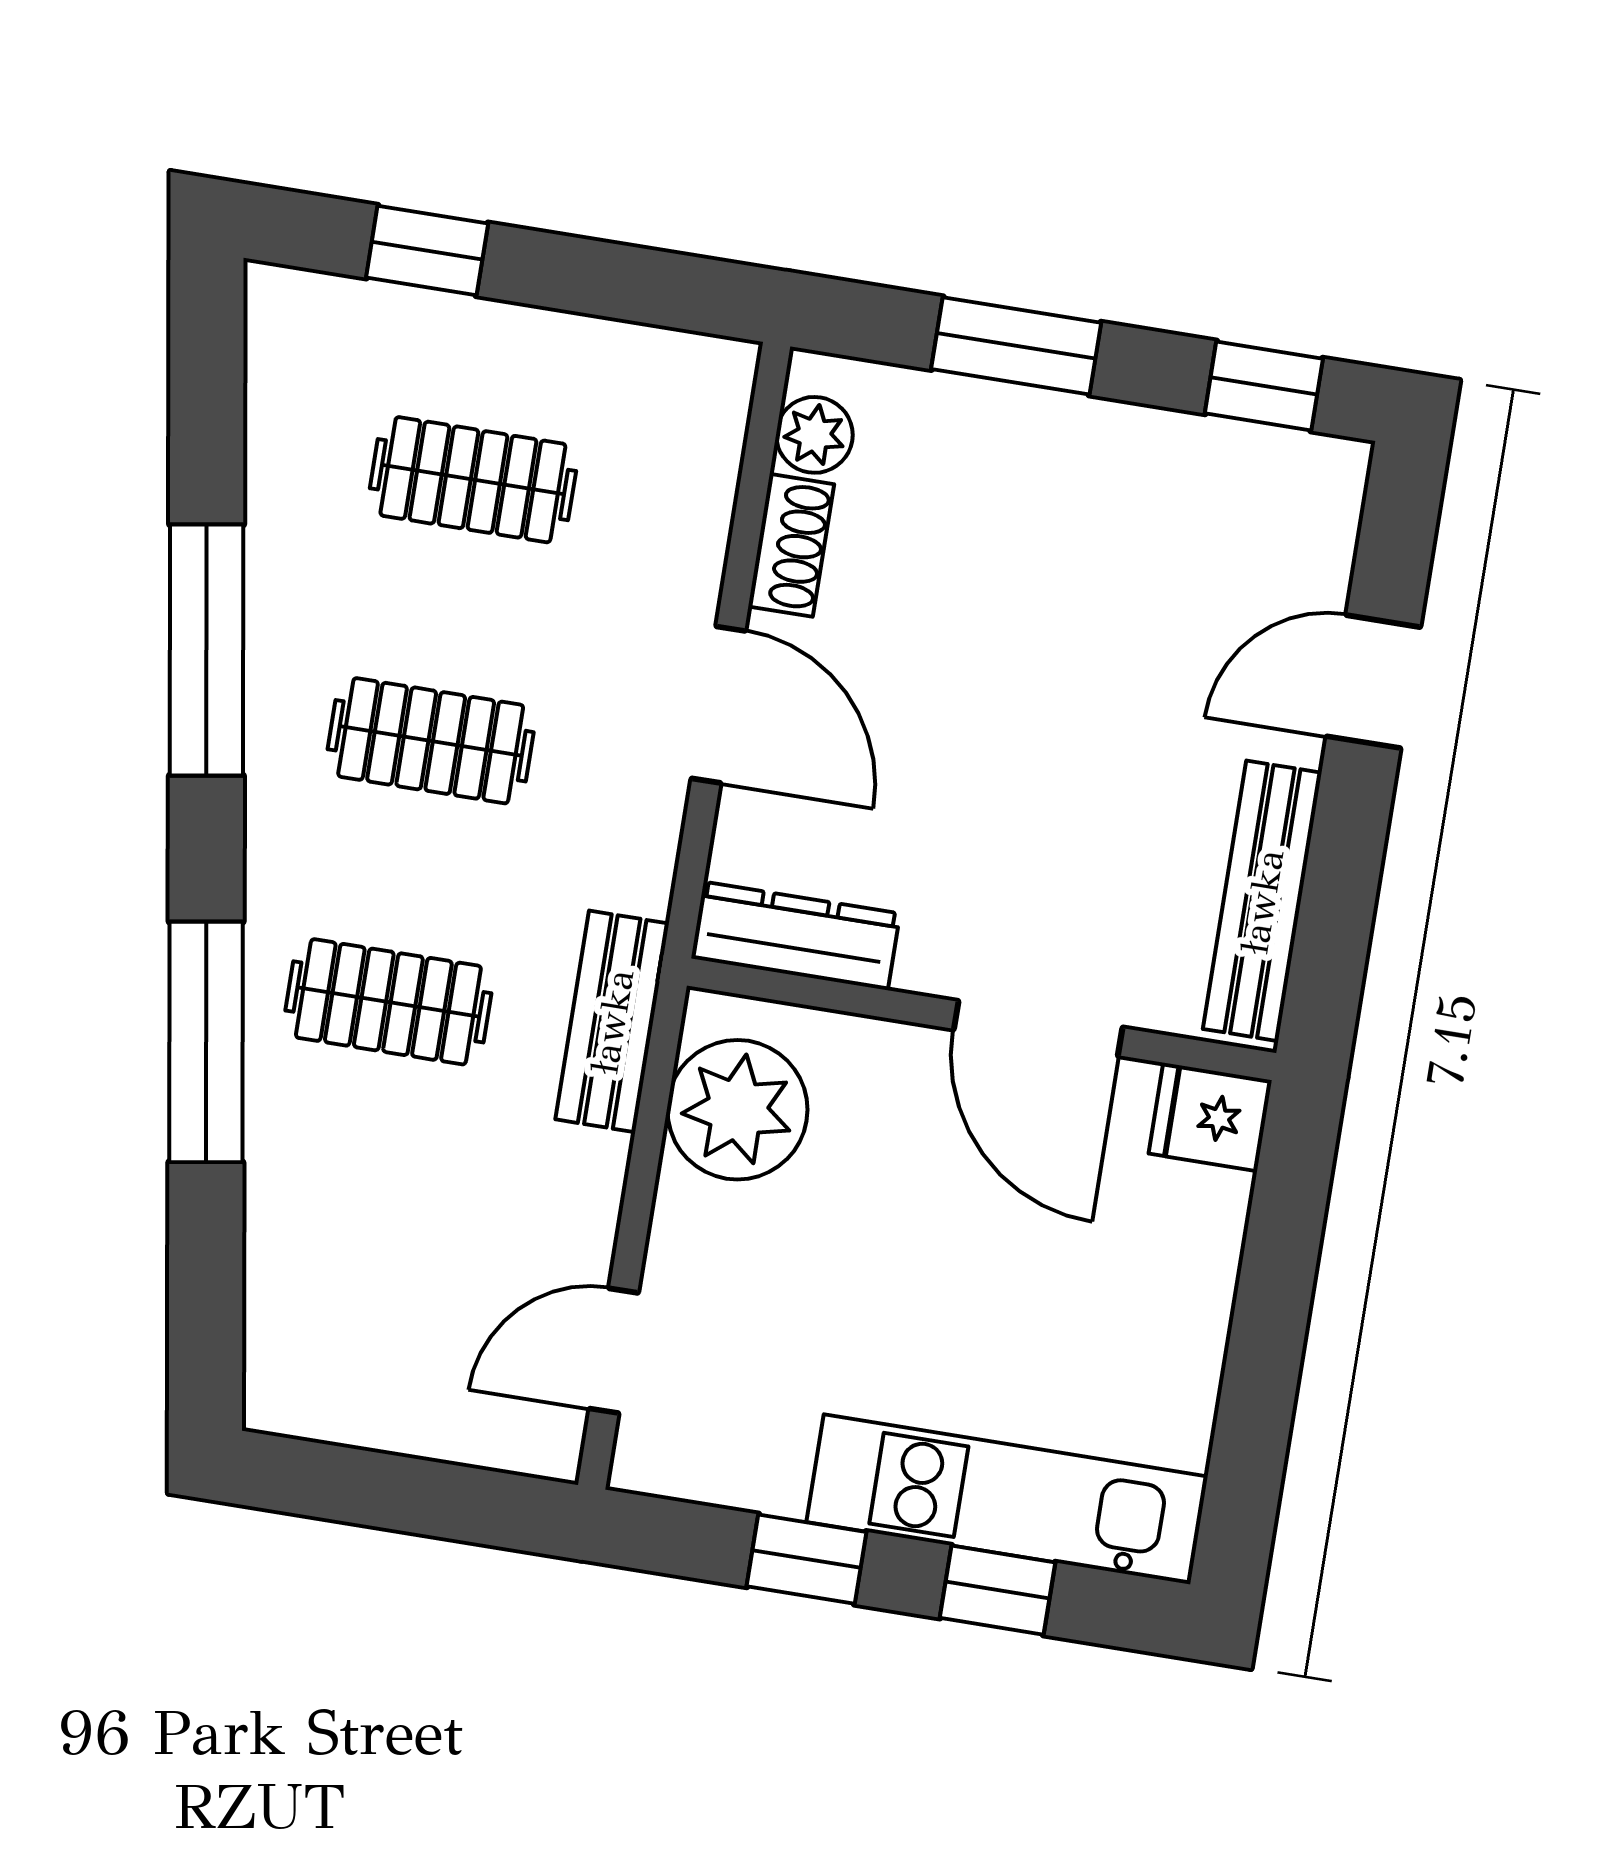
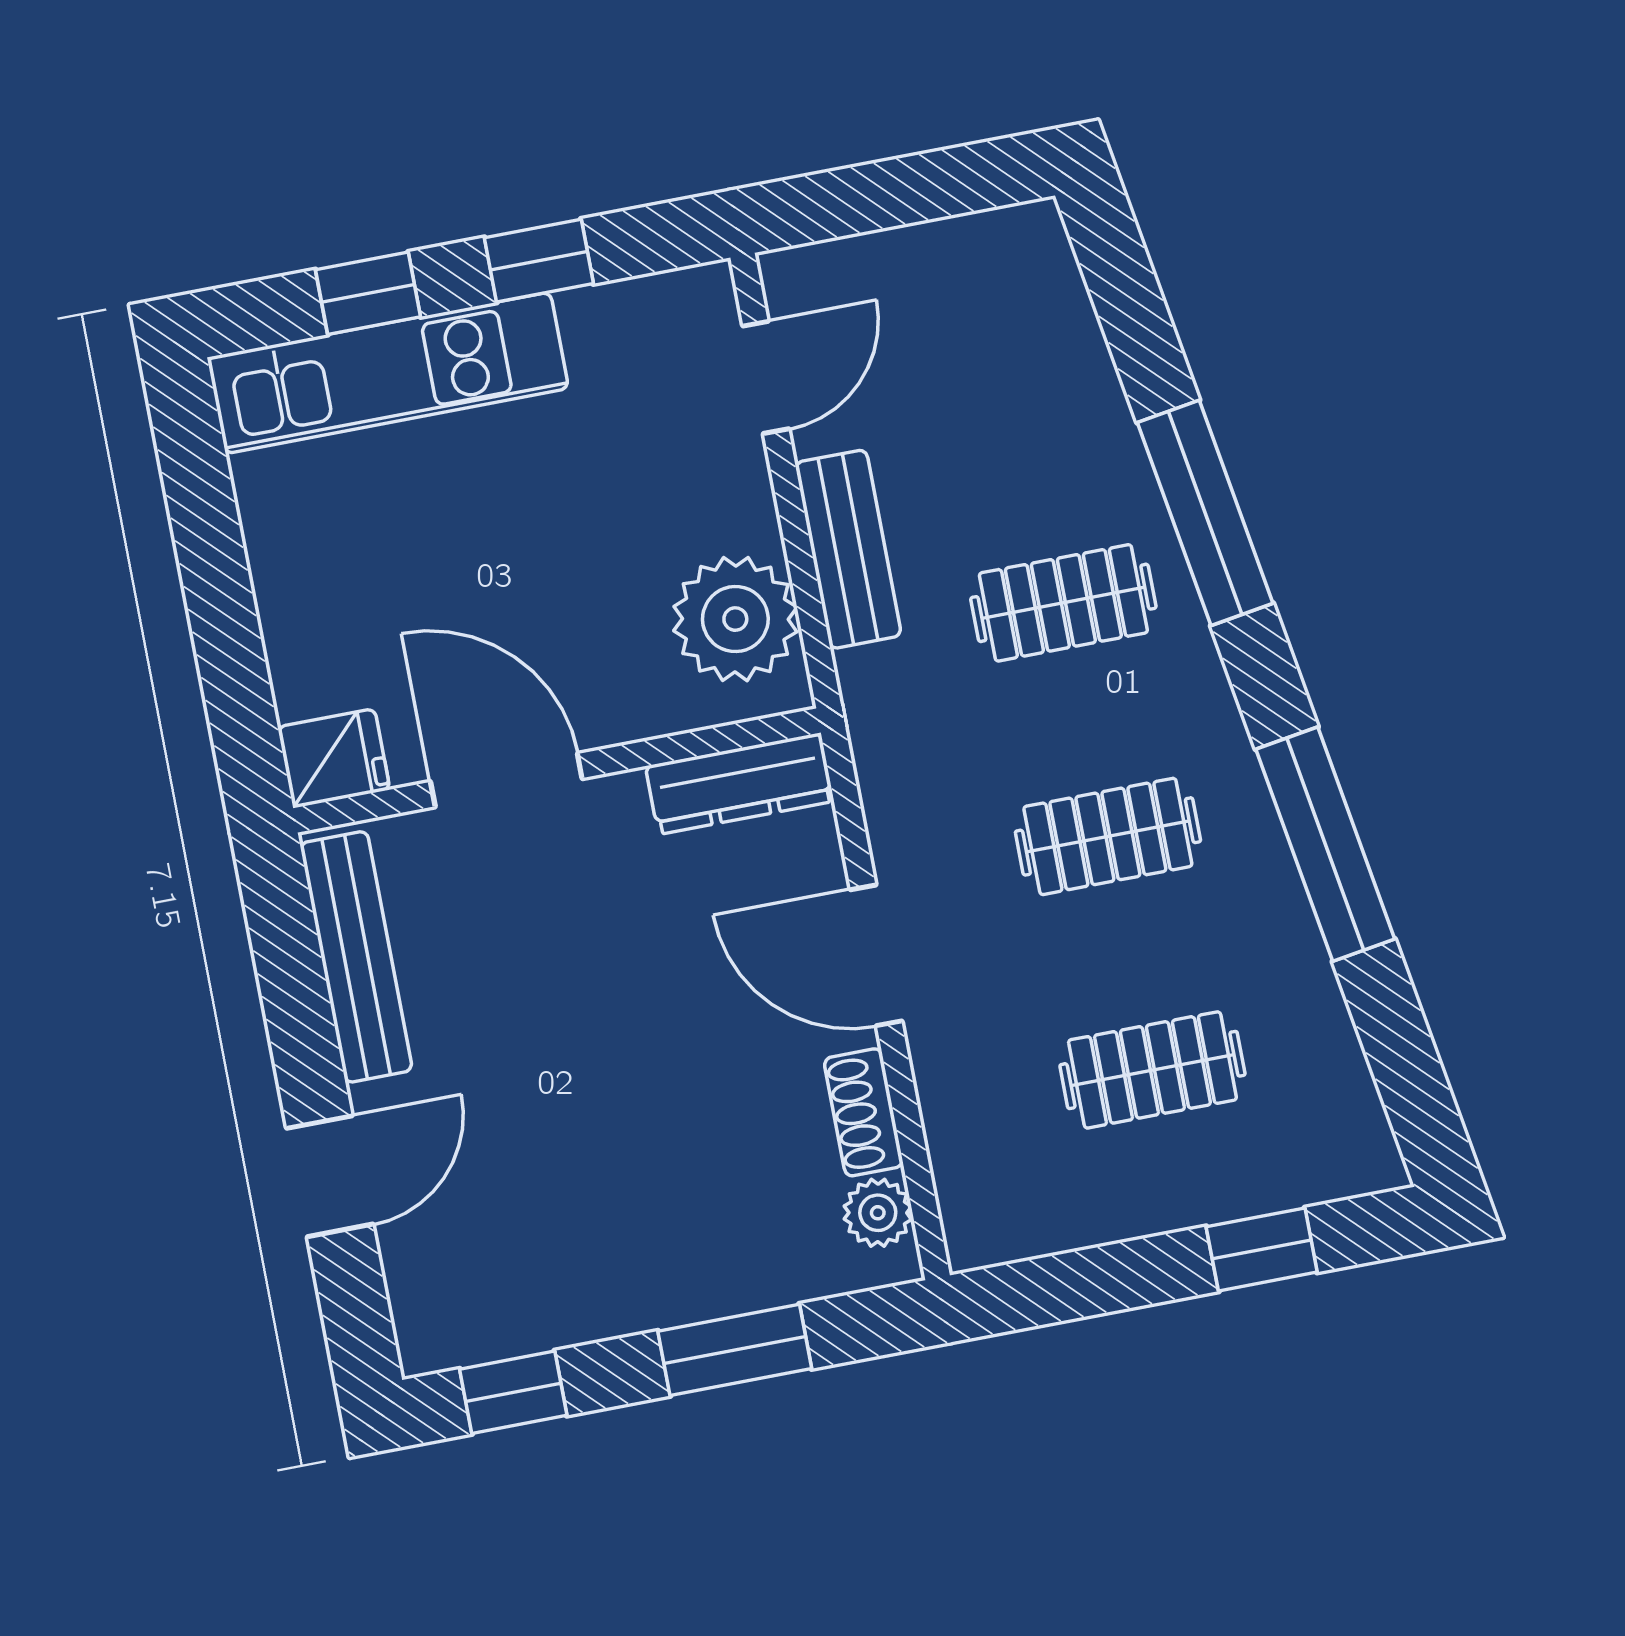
bench: (612, 1021) -> (848, 549), moved

